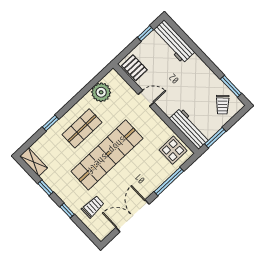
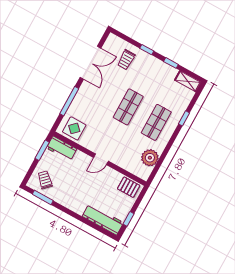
door: (146, 98) -> (101, 159), moved
workbench: (190, 129) -> (62, 148), width x0.73
shop shelf: (107, 155) -> (128, 107), width x0.50, depth x0.74

